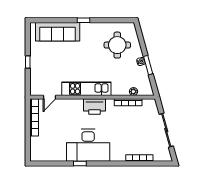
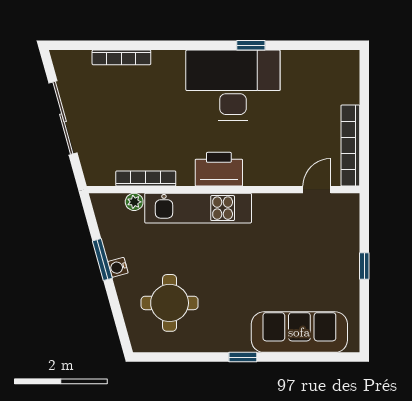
kitchen unit: (86, 89) -> (198, 208), moved

